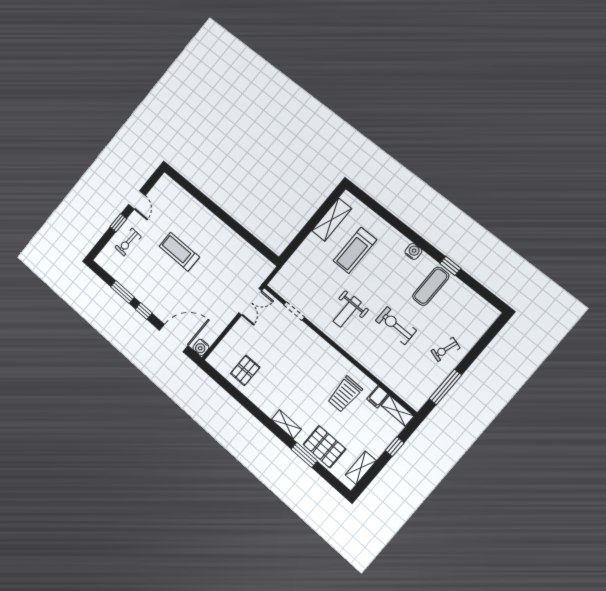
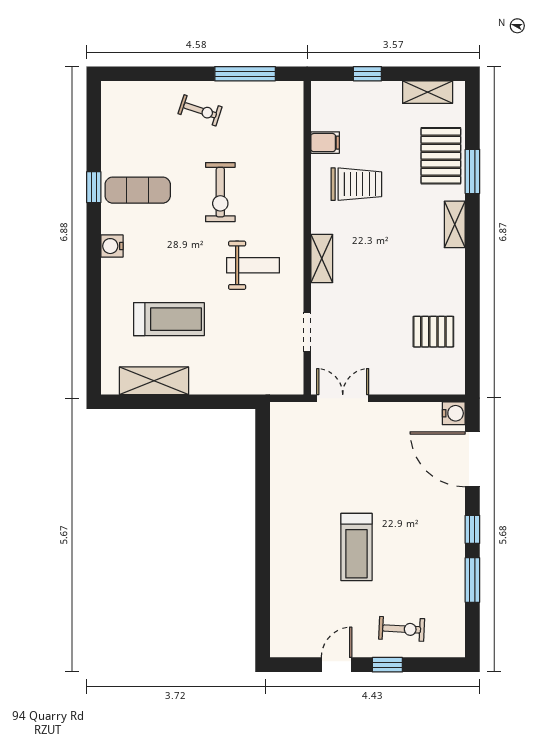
shelving: (397, 411) -> (322, 259), moved

